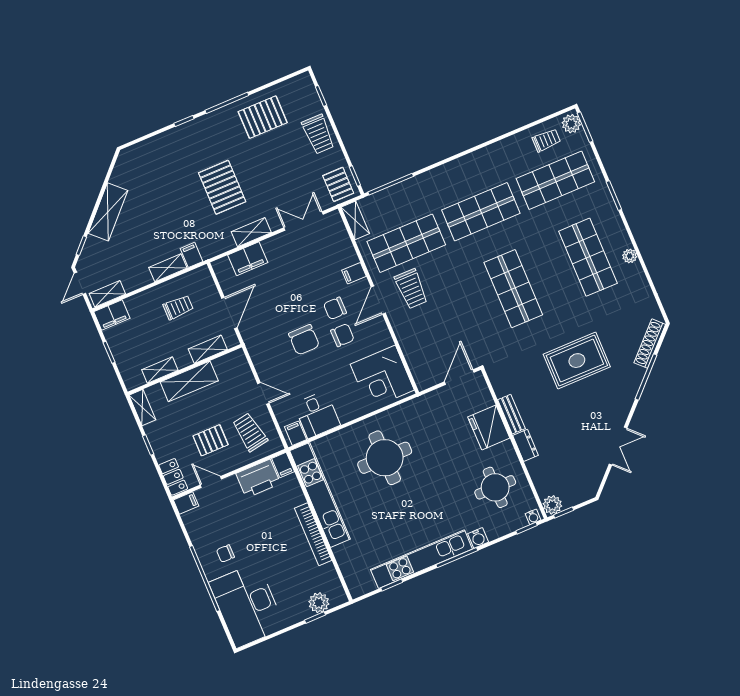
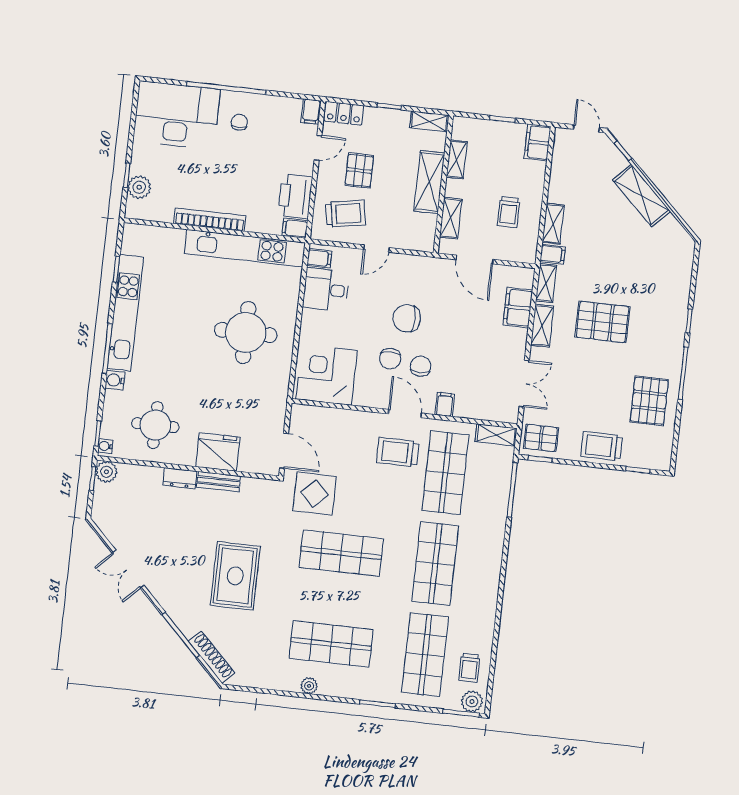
shelving: (107, 294) -> (546, 283), moved
display table: (479, 335) -> (314, 494), added

